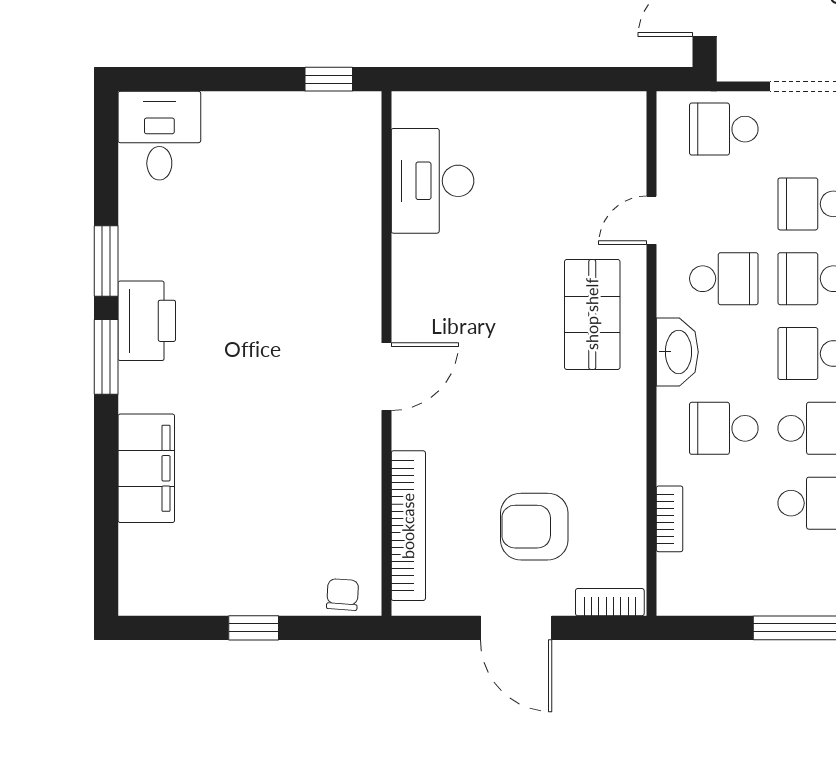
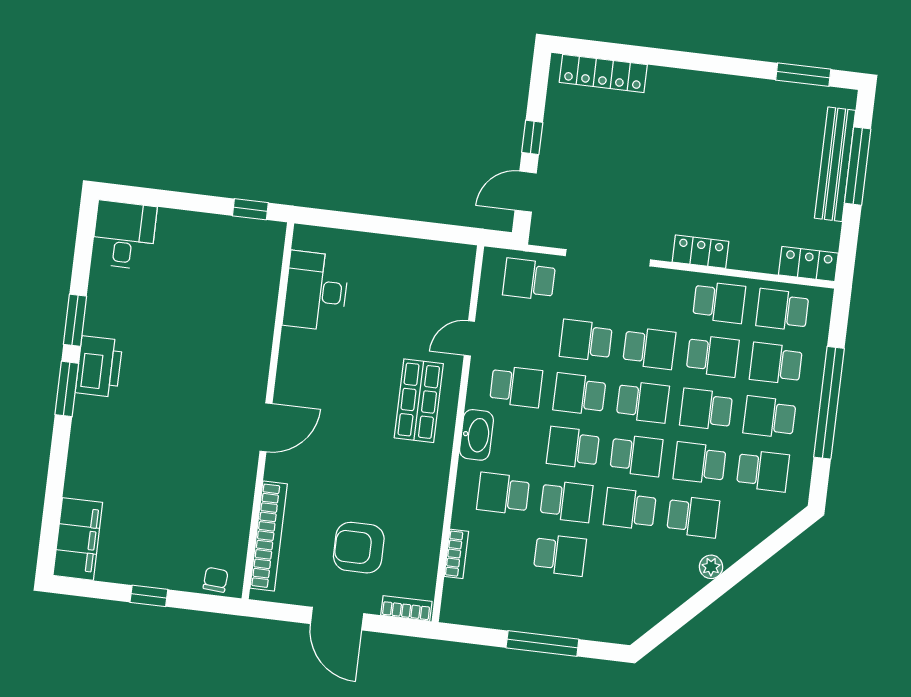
filing cabinet: (146, 468) -> (78, 539), moved

